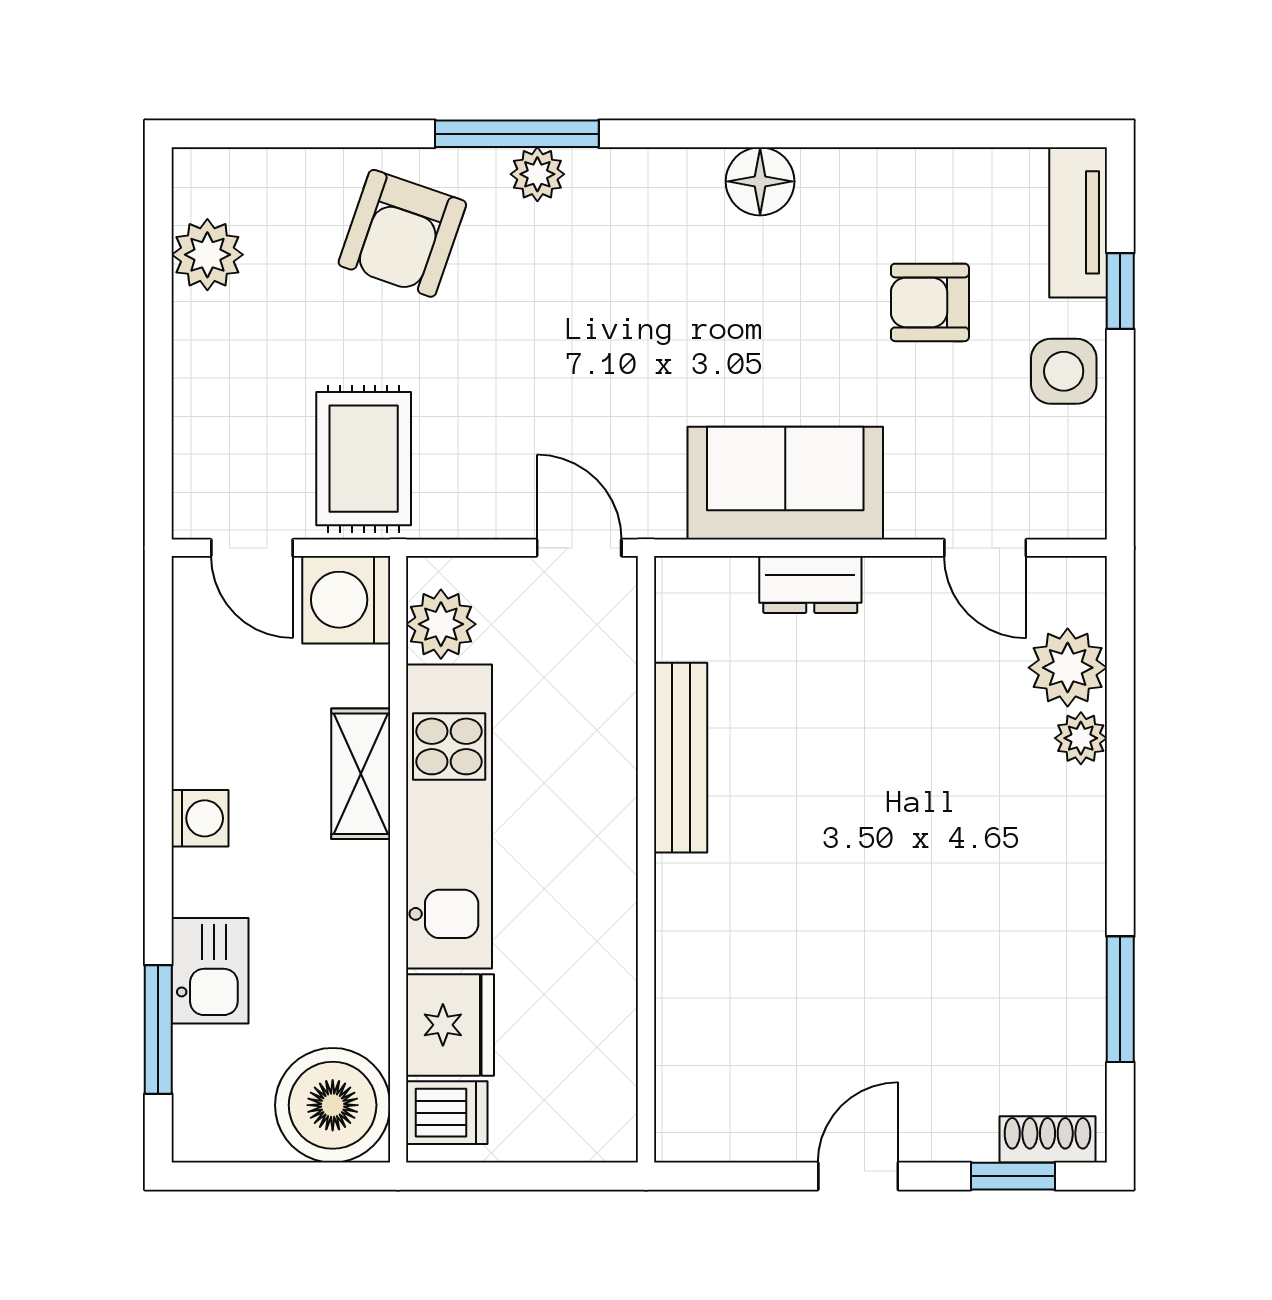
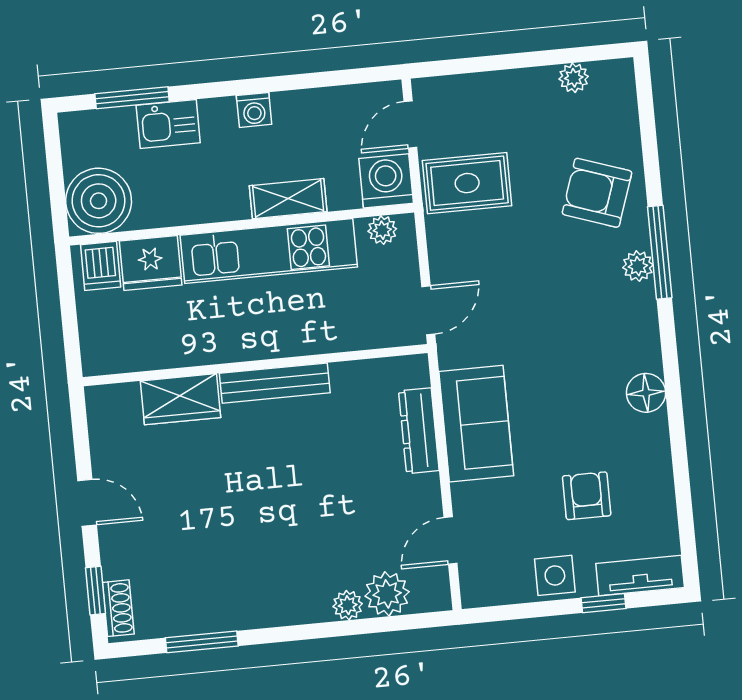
plant: (207, 255) -> (574, 78), width x0.73, depth x0.73
dresser: (810, 584) -> (419, 431), width x1.44
plant: (441, 624) -> (382, 230), width x0.73, depth x0.73
bench: (681, 758) -> (275, 383), moved
wardrobe: (693, 996) -> (180, 399), added

